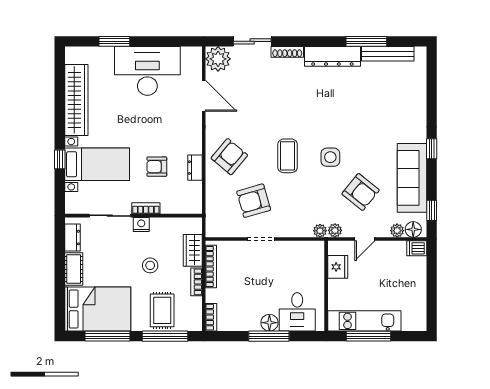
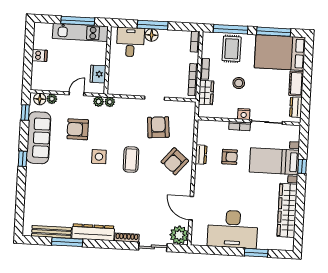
armchair: (361, 192) -> (78, 129), turned -39
armchair: (254, 201) -> (158, 127), turned -79
dishwasher: (417, 248) -> (40, 55), moved

